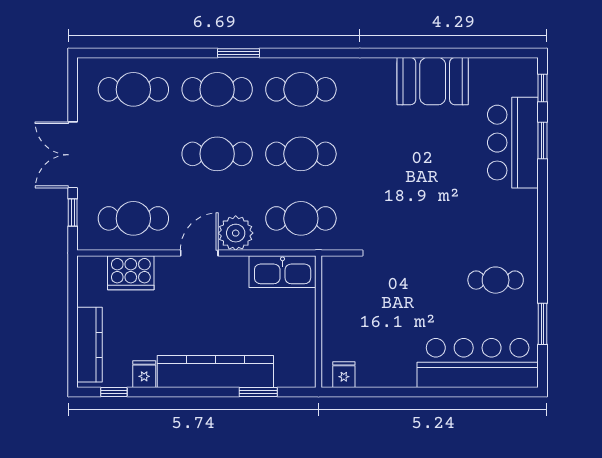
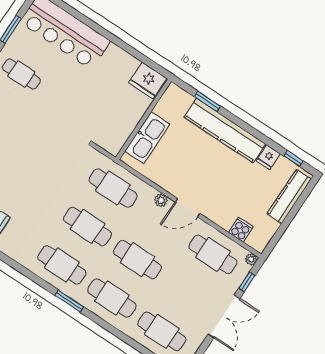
window: (239, 53) -> (69, 301), moved
plant: (236, 233) -> (161, 200), width x0.53, depth x0.53
plant: (85, 242) -> (251, 259), added
kitchen sink: (283, 272) -> (147, 138), moved, turned 90
cooker: (131, 273) -> (241, 230), width x0.53, depth x0.76
fridge: (344, 375) -> (148, 80), width x1.88, depth x1.34

